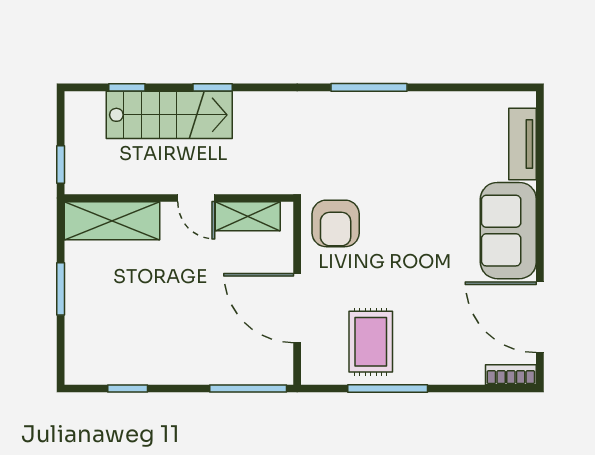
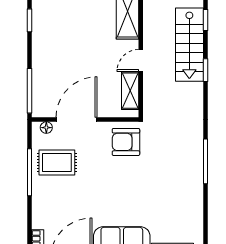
floor lamp: (311, 360) -> (46, 128), added

